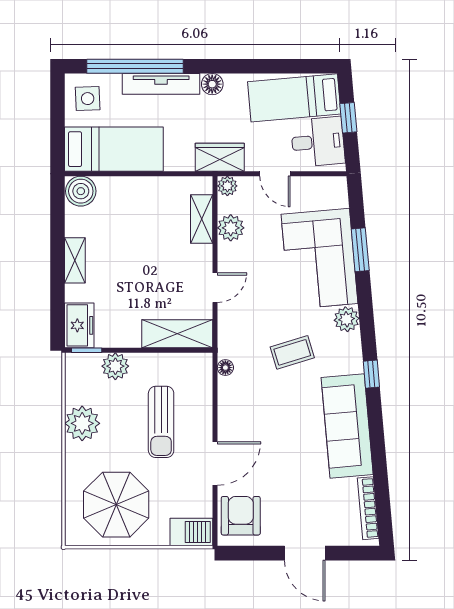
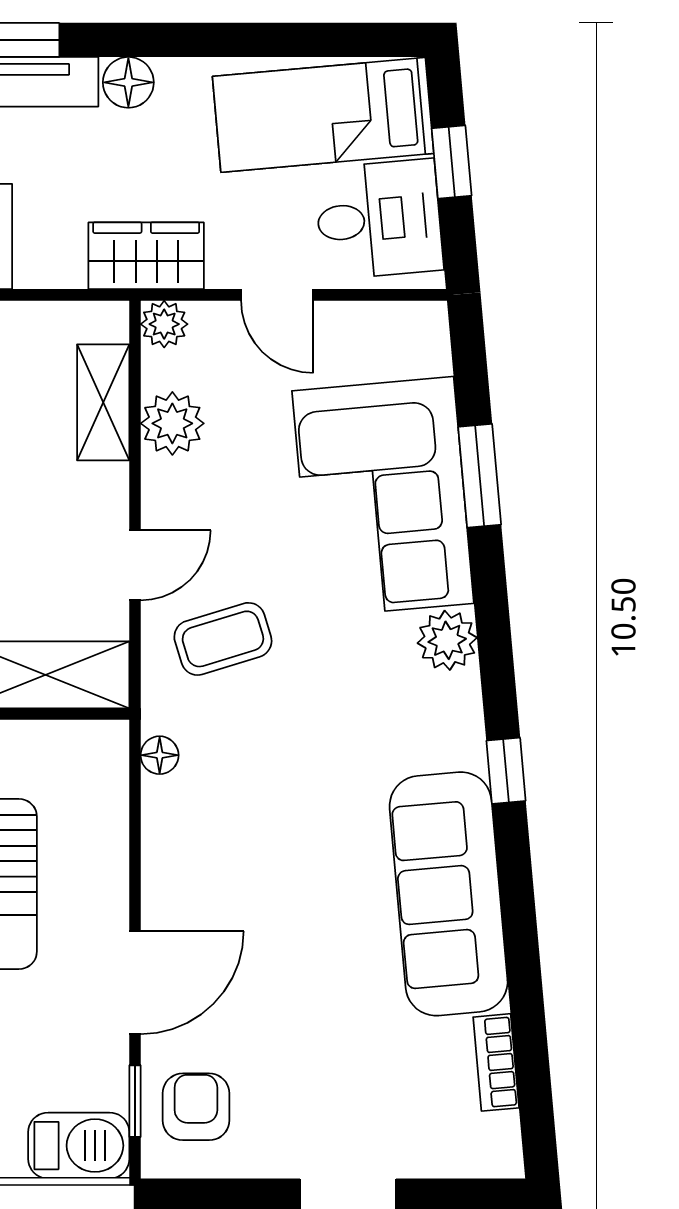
coffee table: (292, 352) -> (223, 639), moved
bookcase: (368, 508) -> (496, 1062), width x0.64
window: (215, 513) -> (135, 1101), added
armchair: (241, 516) -> (196, 1107), width x0.72, depth x0.72

